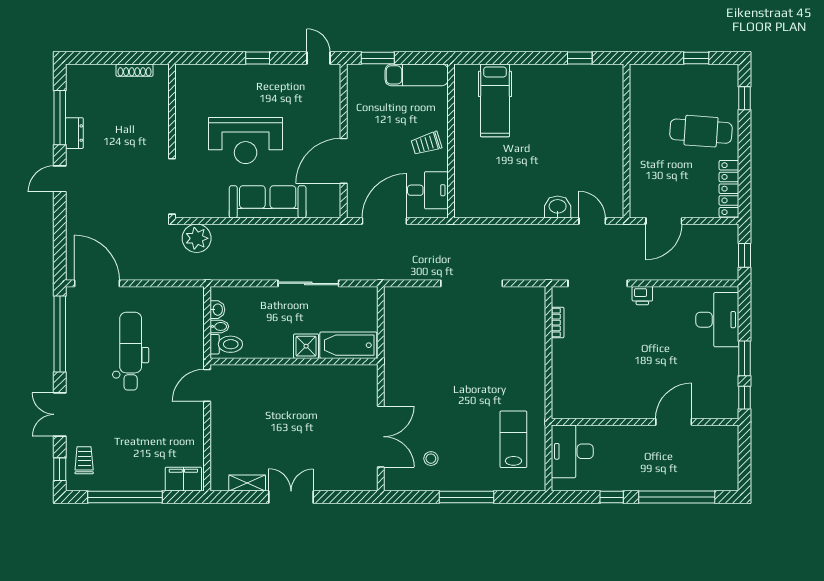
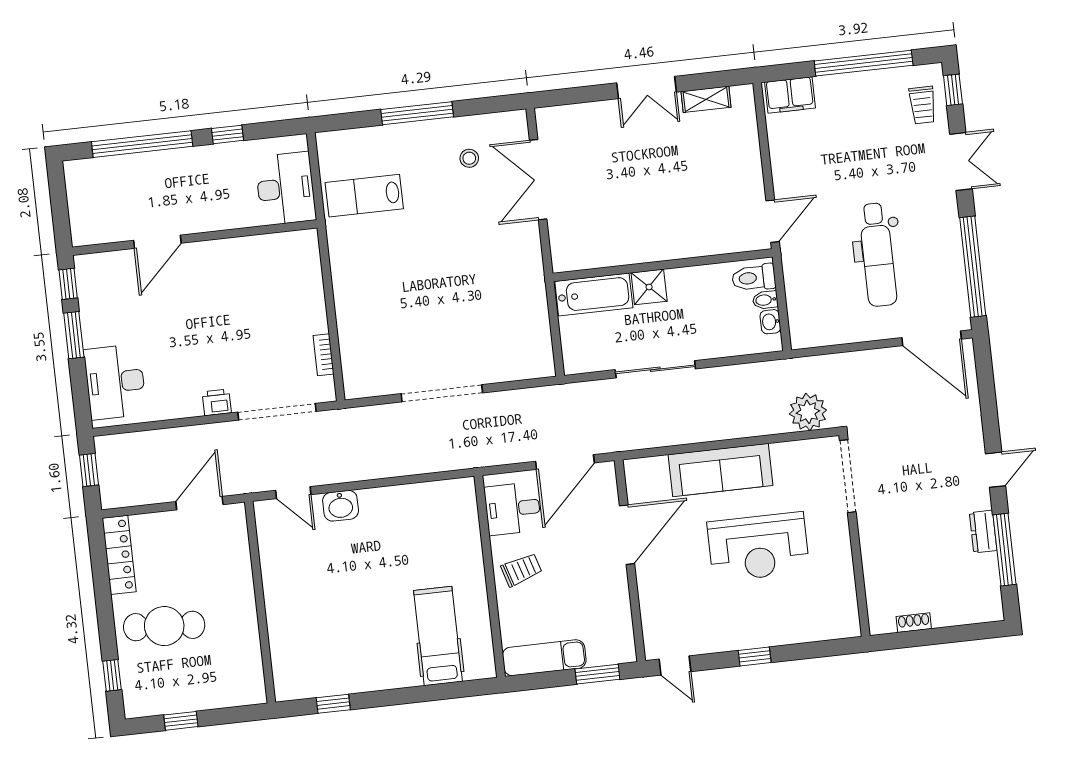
shoe rack: (135, 70) -> (914, 623), width x0.70
reception desk: (246, 141) -> (758, 547), turned 180
lab bench: (513, 439) -> (364, 196), turned 90

